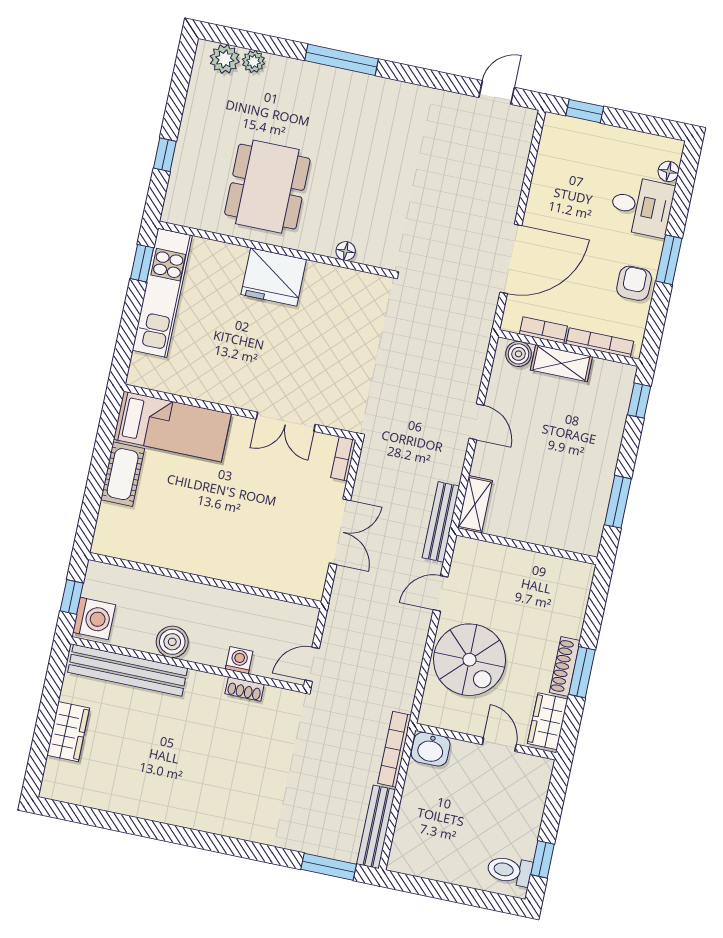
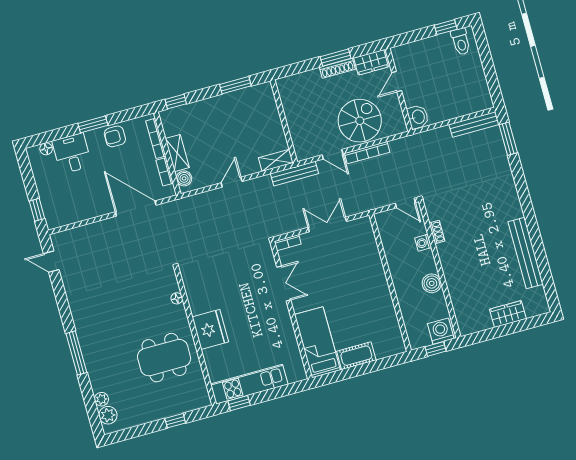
bench: (128, 670) -> (526, 253), moved
bookcase: (394, 749) -> (367, 153), moved

